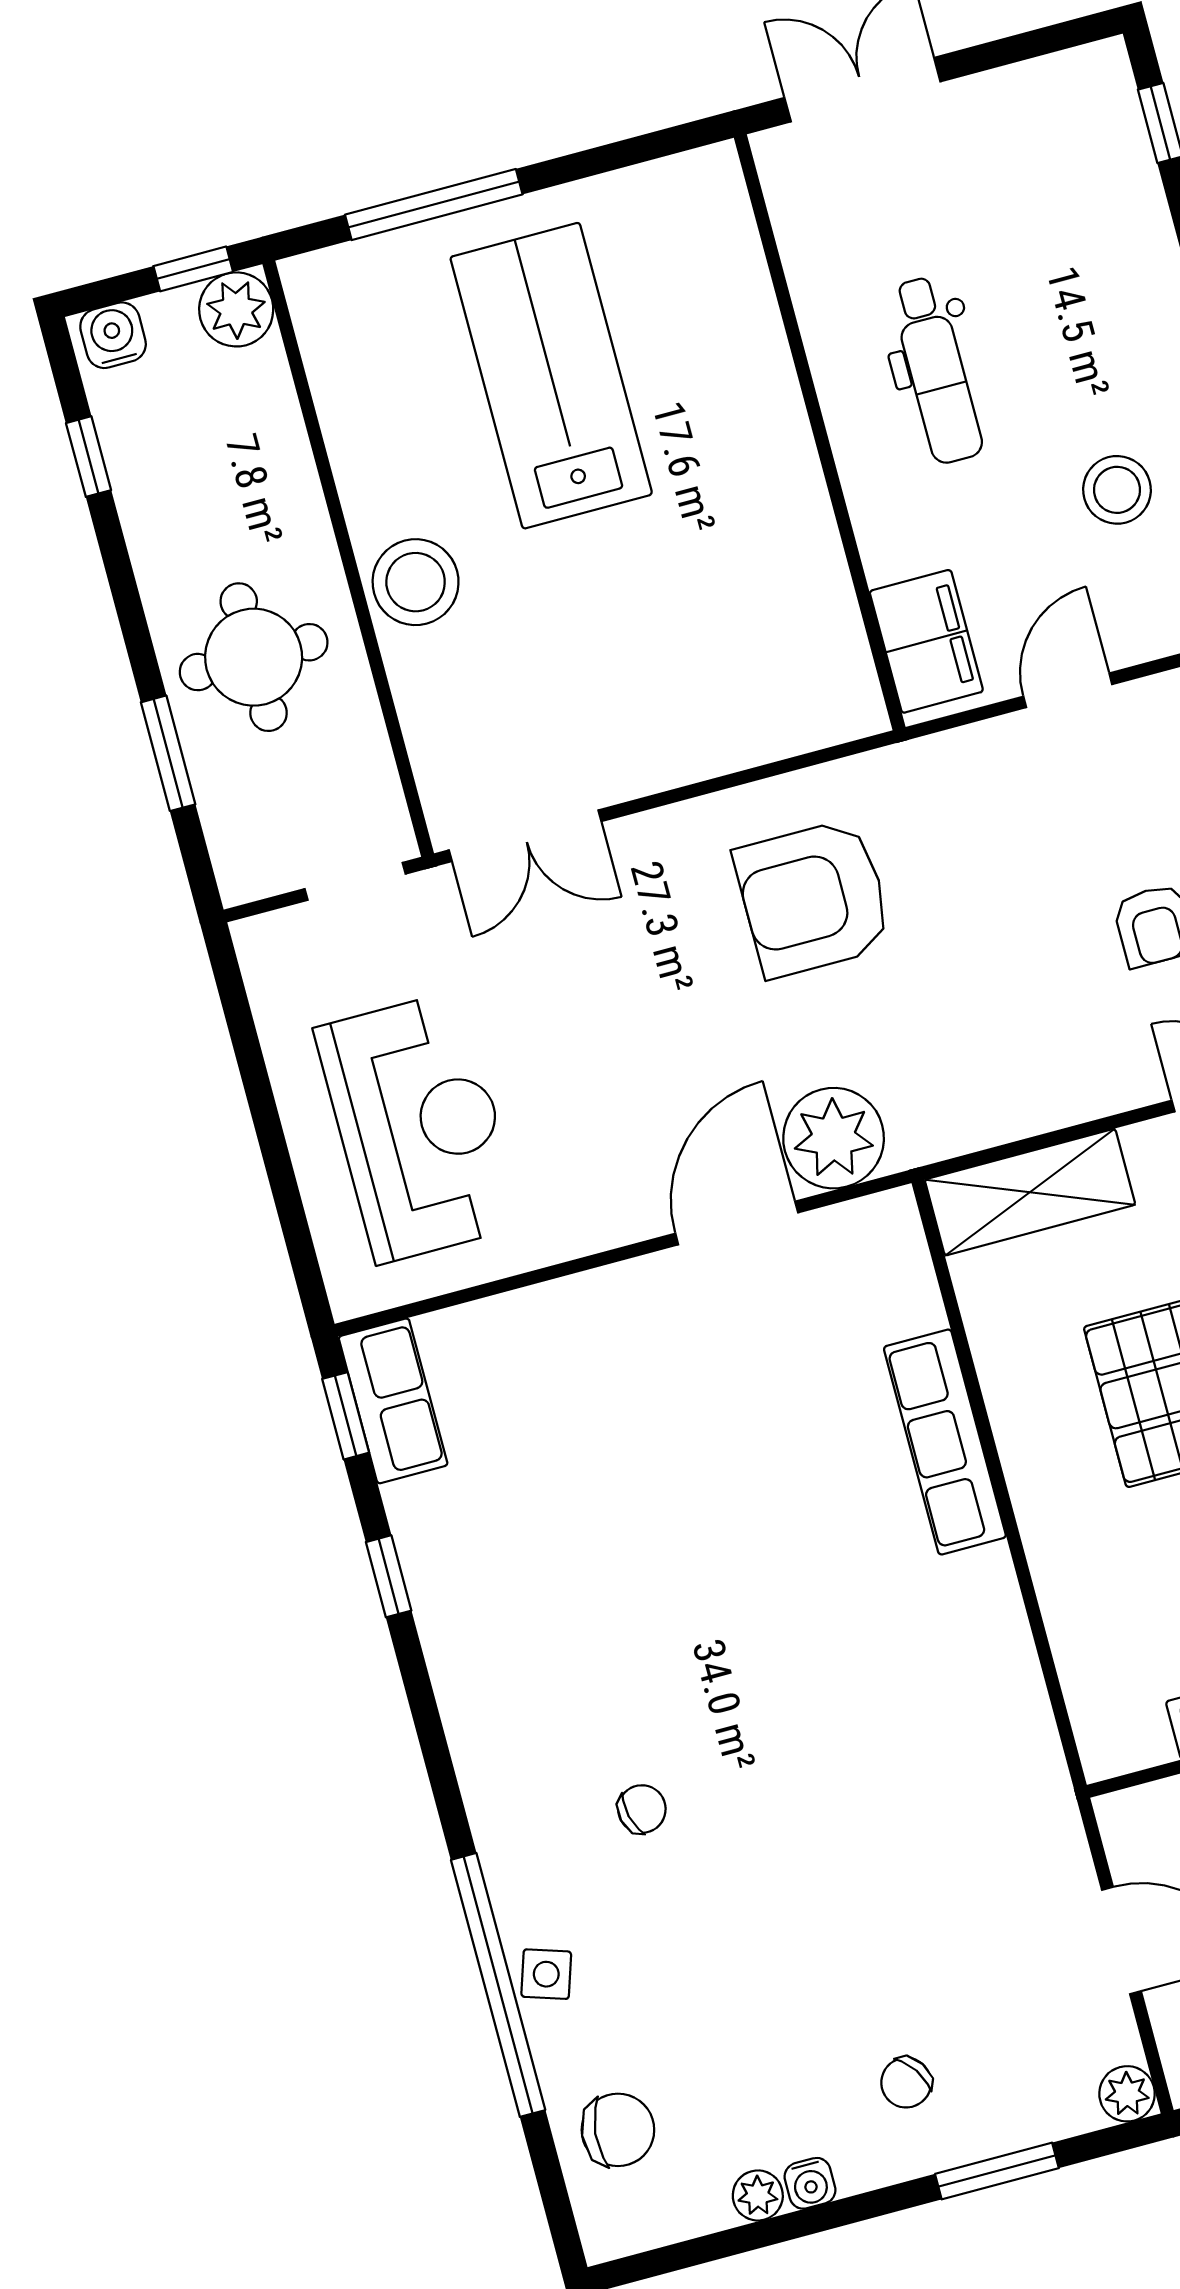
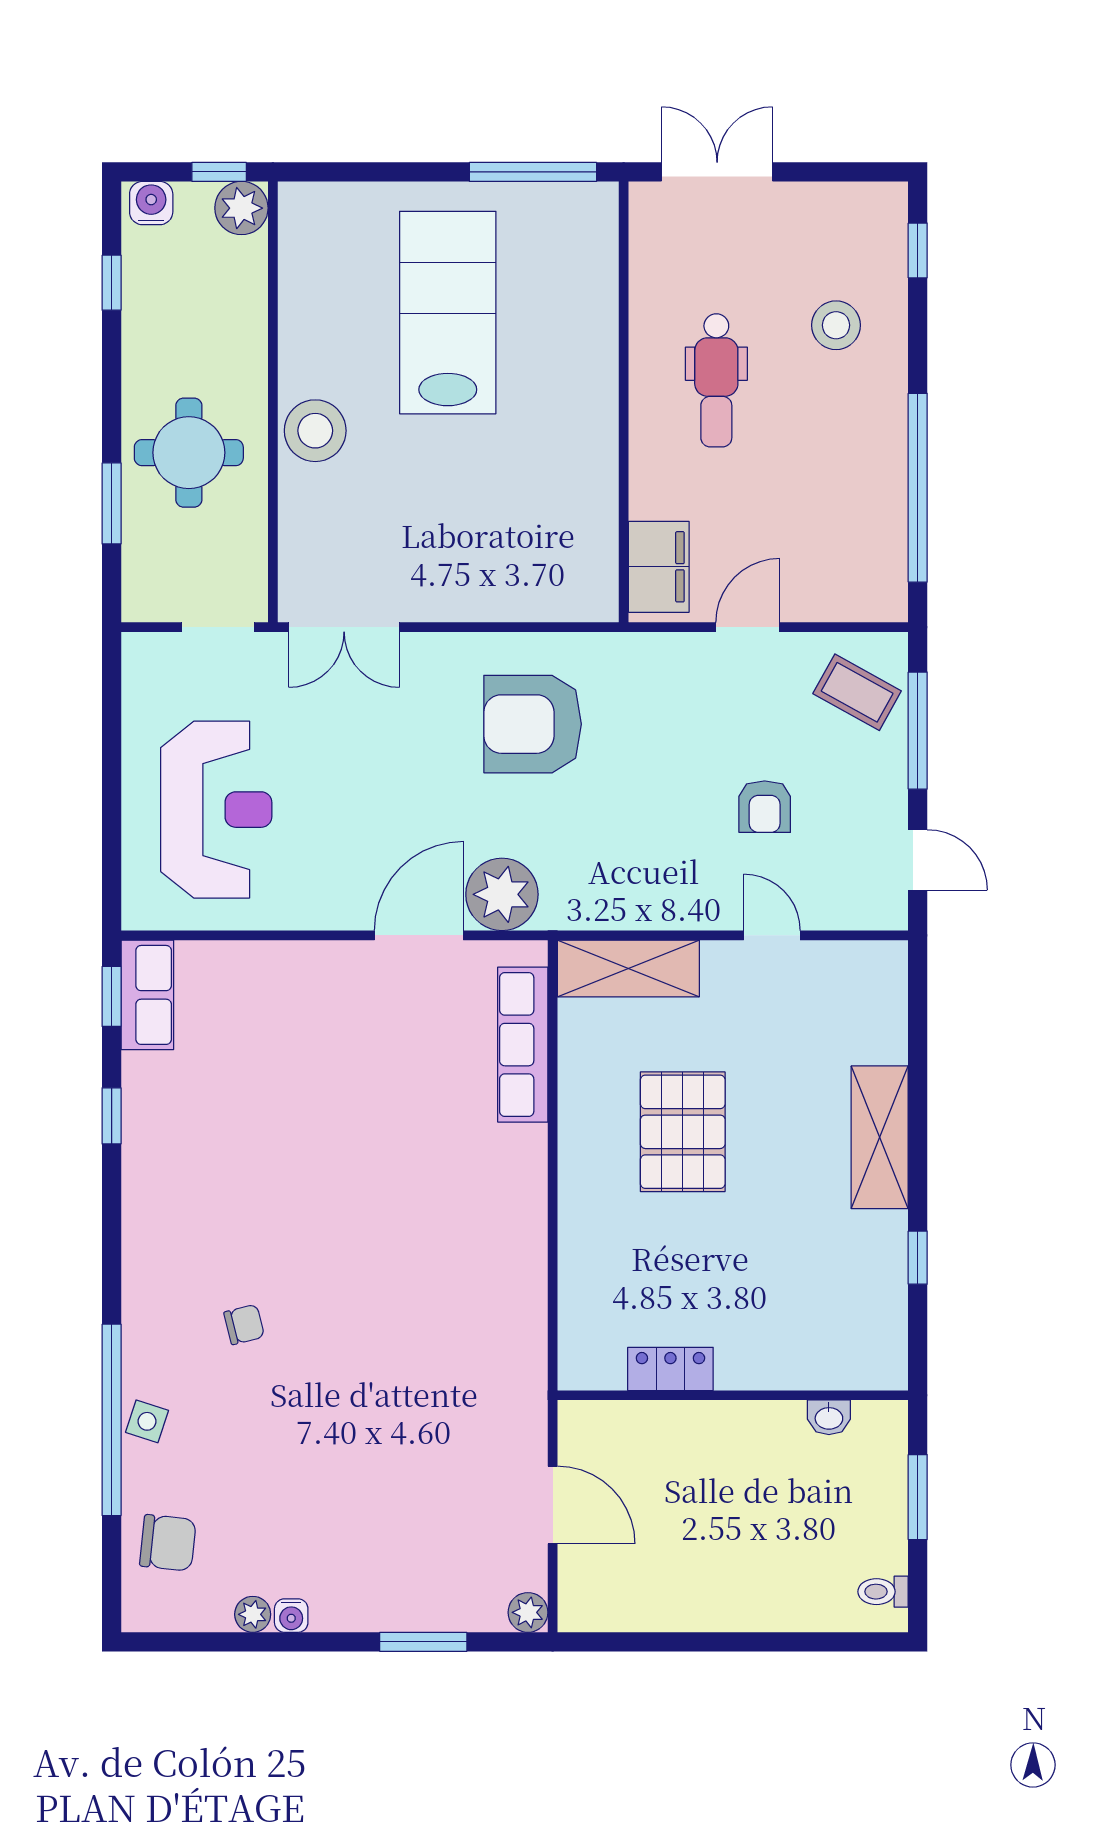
window: (434, 205) -> (533, 172), moved
stool: (1117, 490) -> (836, 325), moved
row of seats: (945, 1442) -> (523, 1045), moved
chair: (906, 2083) -> (377, 1564), removed

